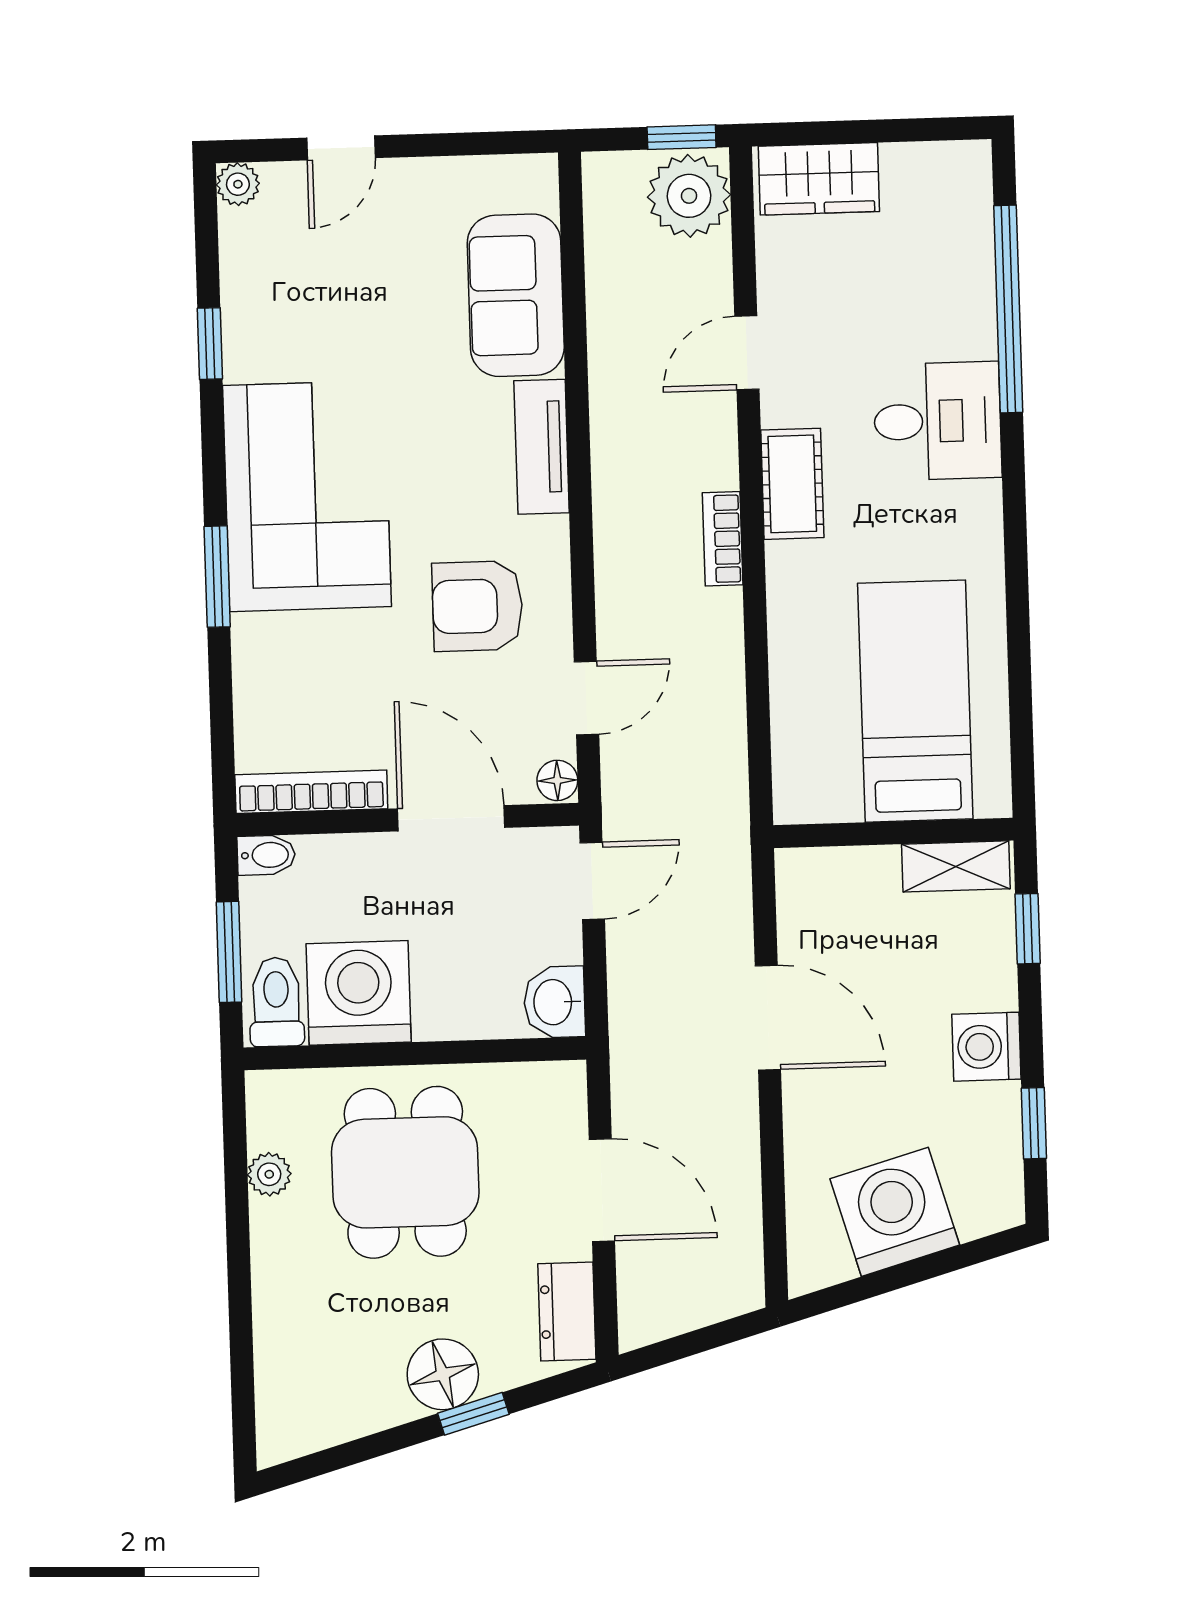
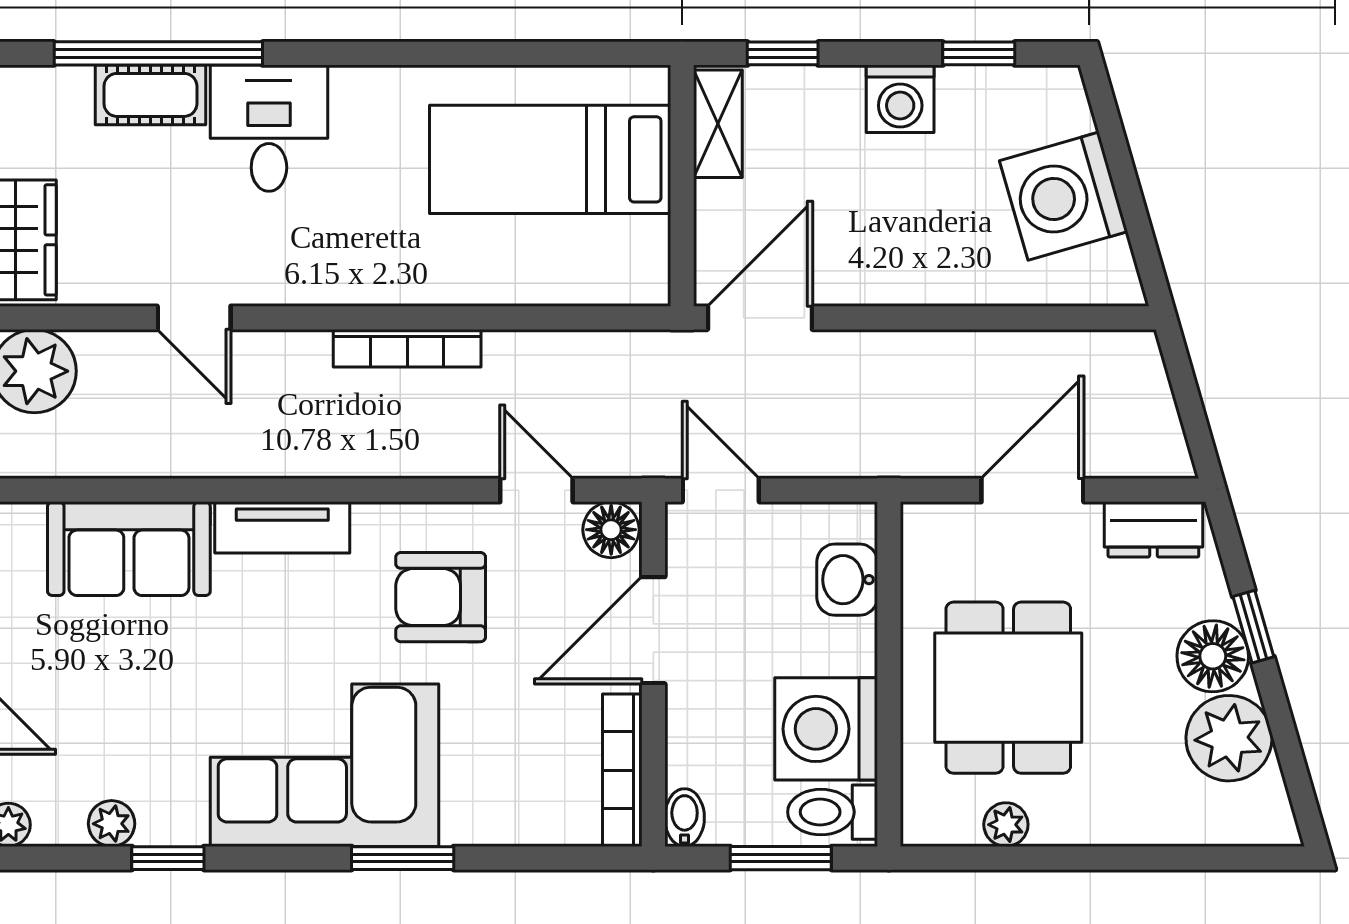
plant: (242, 287) -> (112, 824), added
cot: (792, 484) -> (150, 95), moved
bookcase: (723, 539) -> (407, 348), width x1.56
armchair: (477, 606) -> (441, 597), turned 90
floor lamp: (557, 780) -> (611, 530), width x1.37, depth x1.37
washbasin: (555, 1002) -> (847, 580), moved, turned 90
door: (768, 1018) -> (760, 318), moved
dining table: (405, 1172) -> (1008, 688), turned 90
plant: (362, 1393) -> (1229, 738), added

